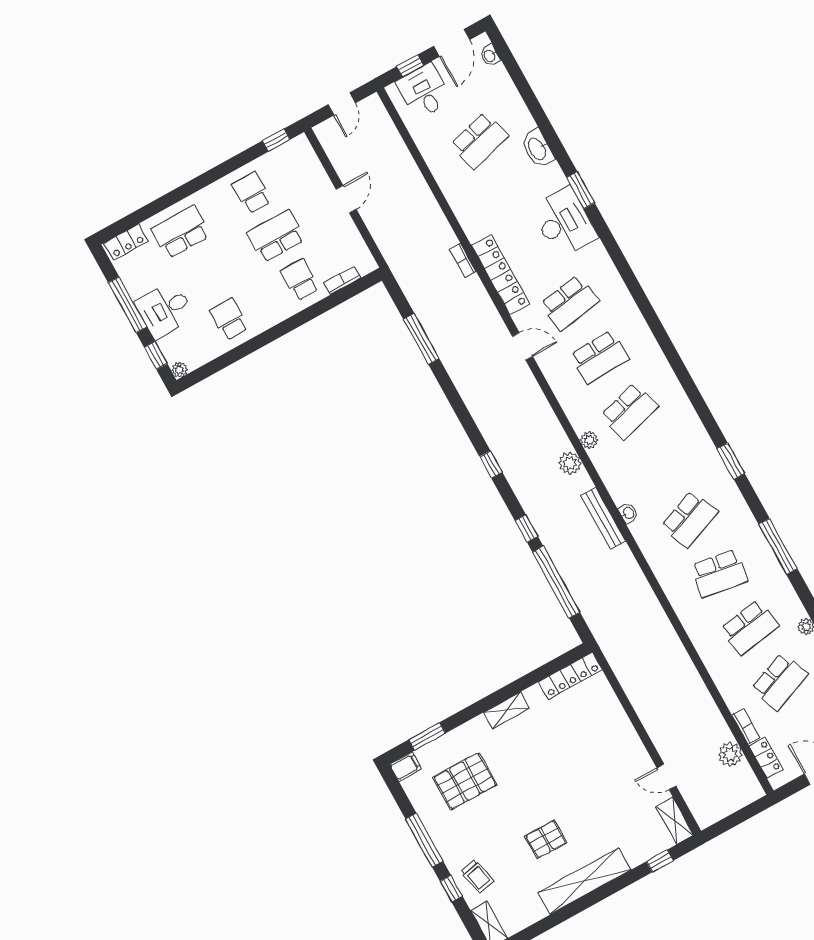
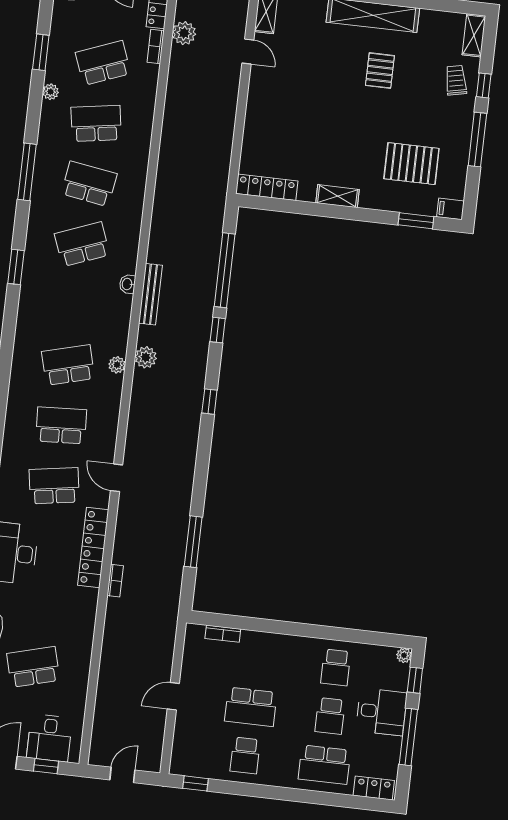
school desk: (300, 280) -> (330, 716), moved
pallet: (546, 839) -> (380, 71), turned 90

